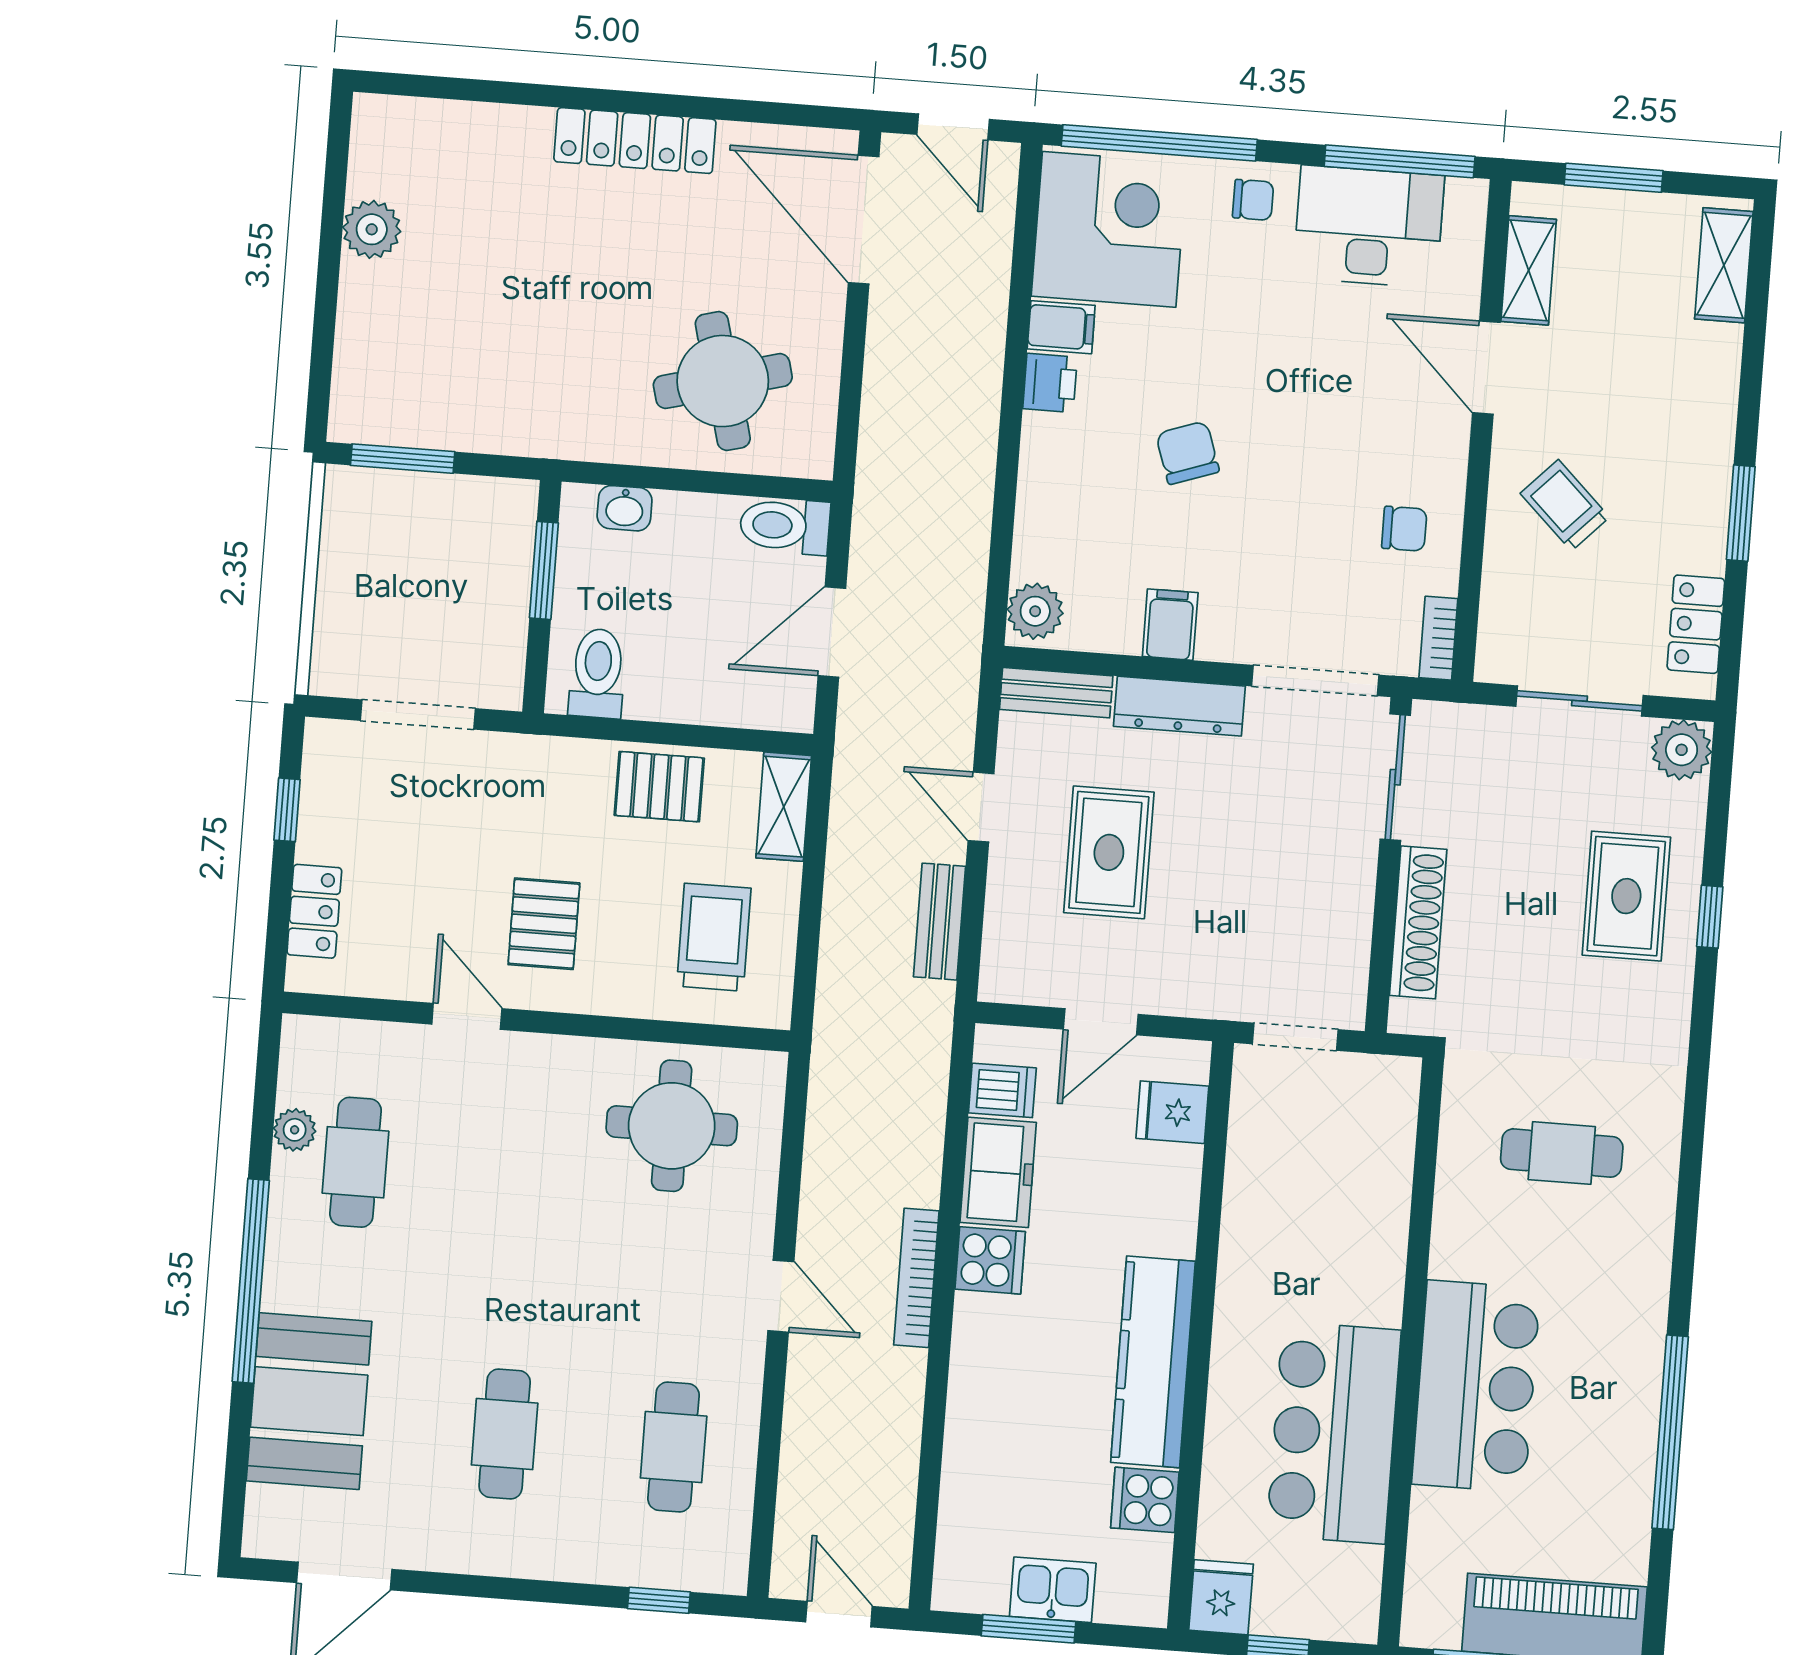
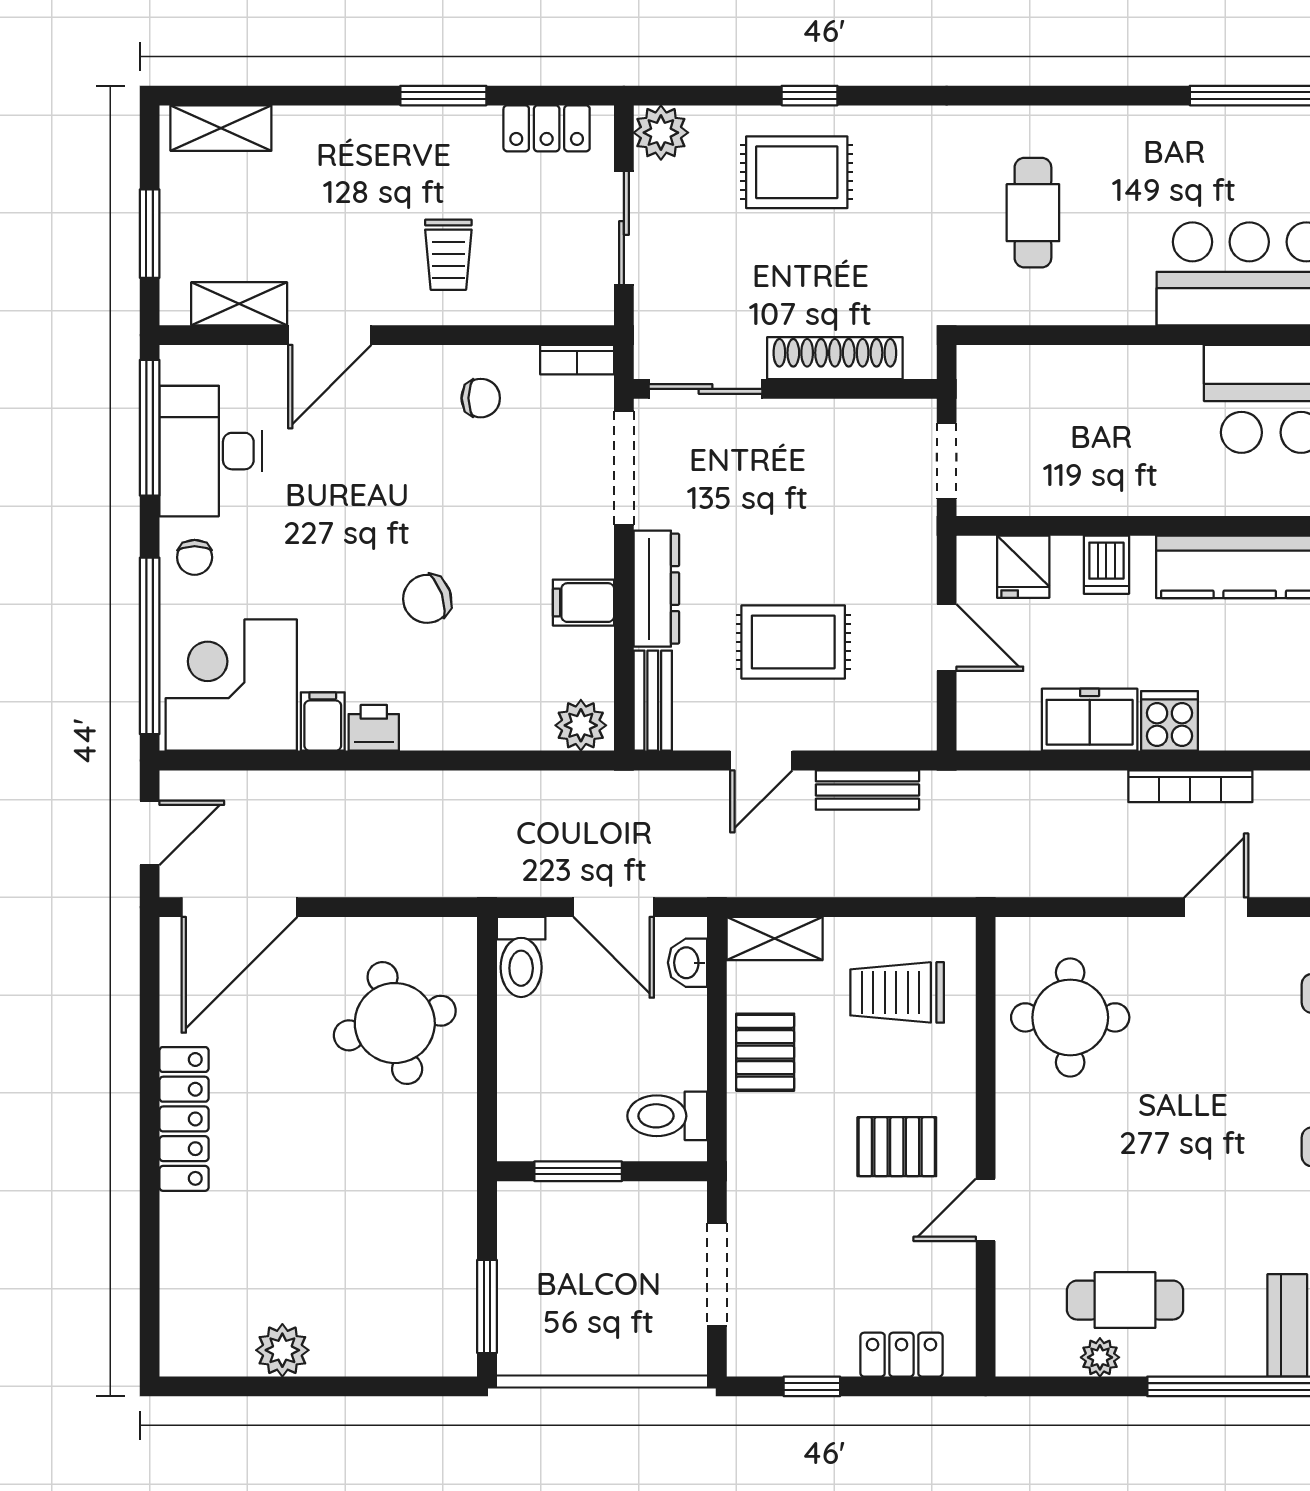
chair: (1253, 200) -> (195, 557), turned 180
trolley: (1565, 505) -> (448, 255), turned -44
washbasin: (625, 508) -> (687, 963), moved, turned 180
chair: (1404, 529) -> (481, 398), turned 90
dishwasher: (1002, 1090) -> (1106, 565), moved, turned 180

